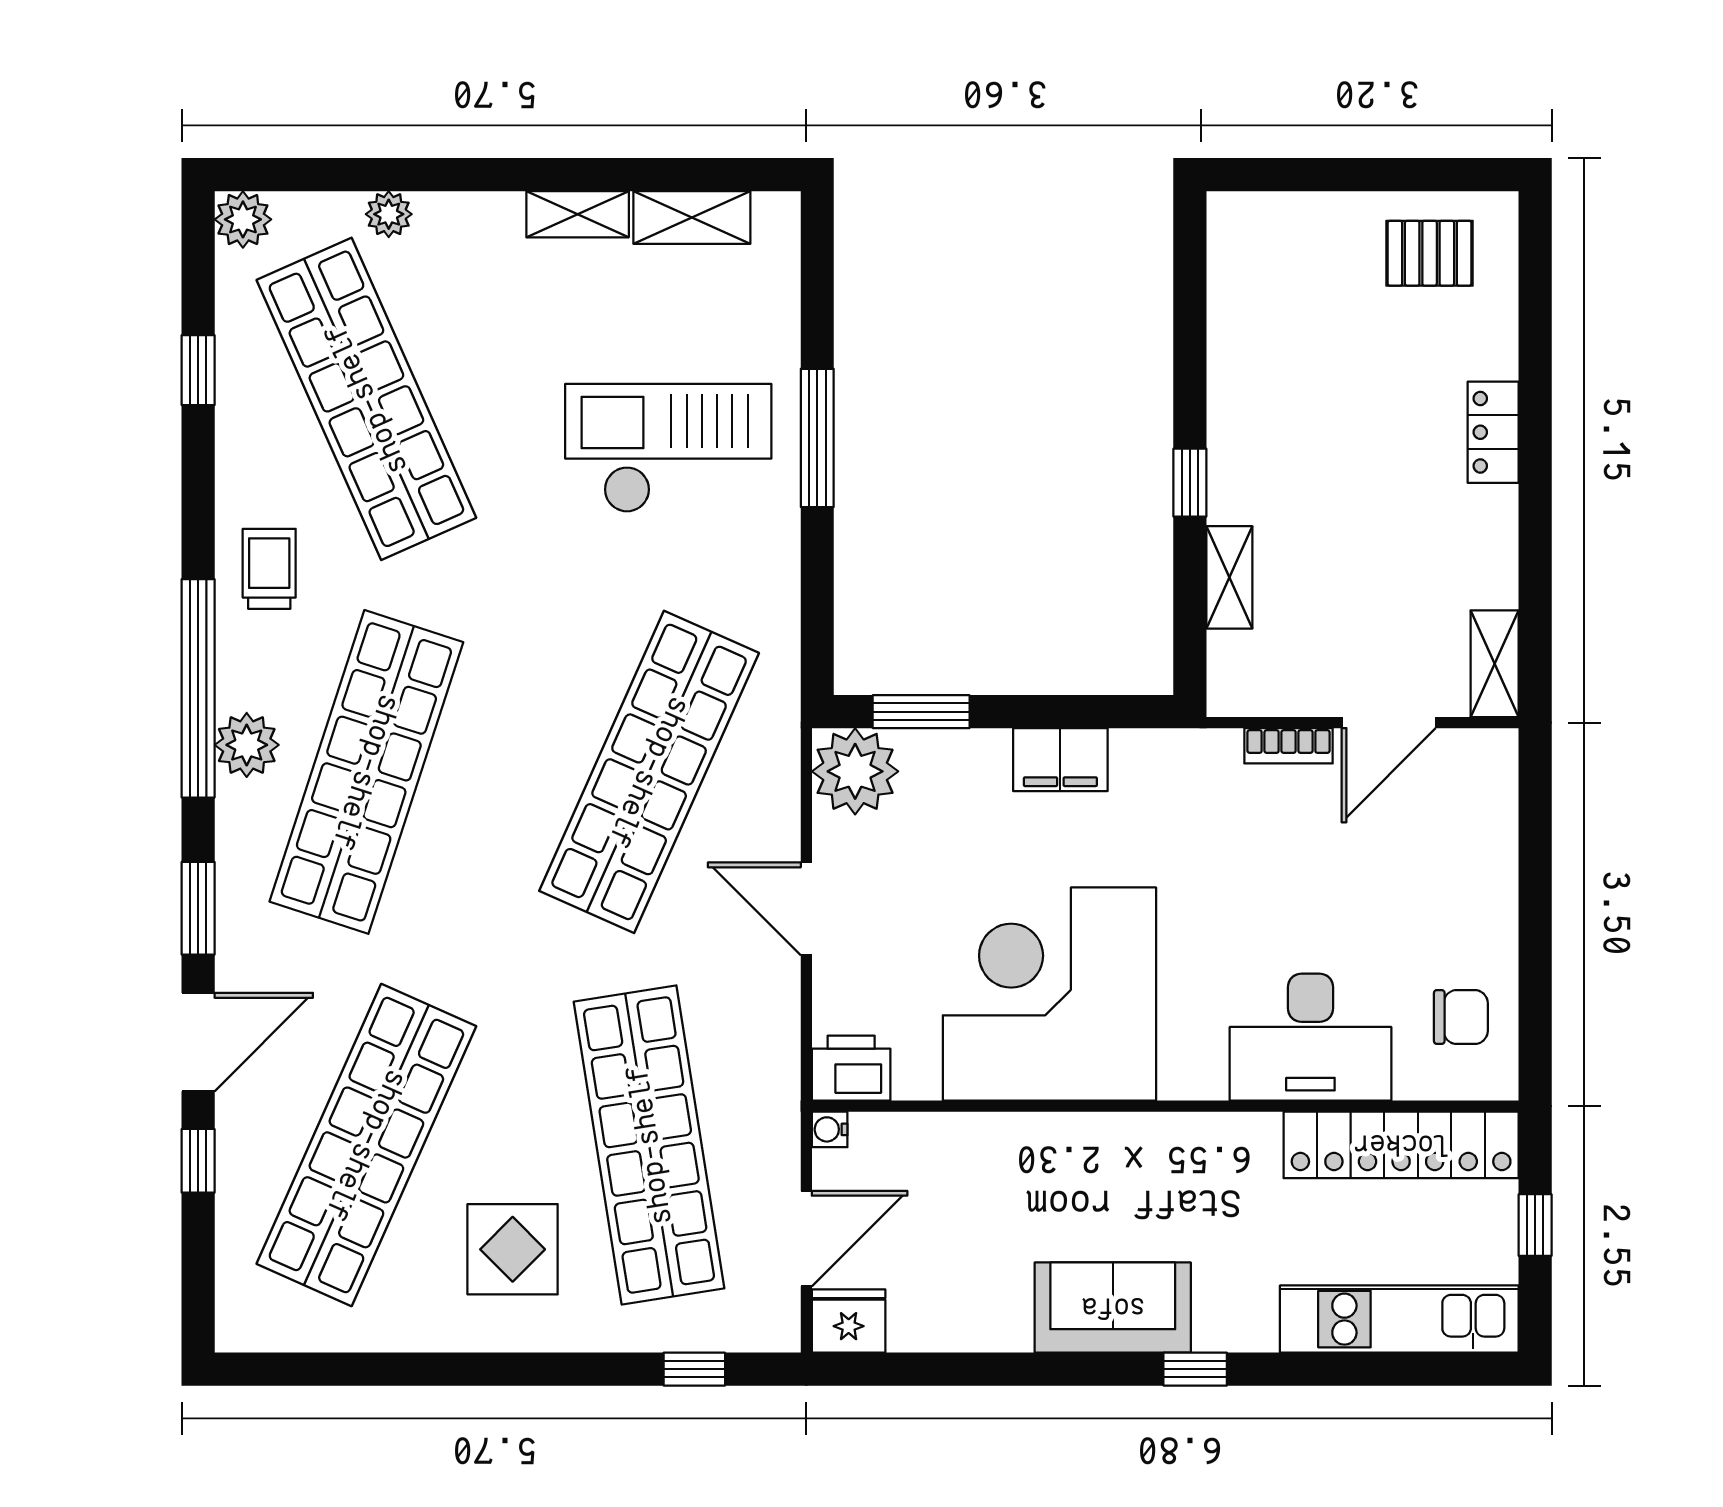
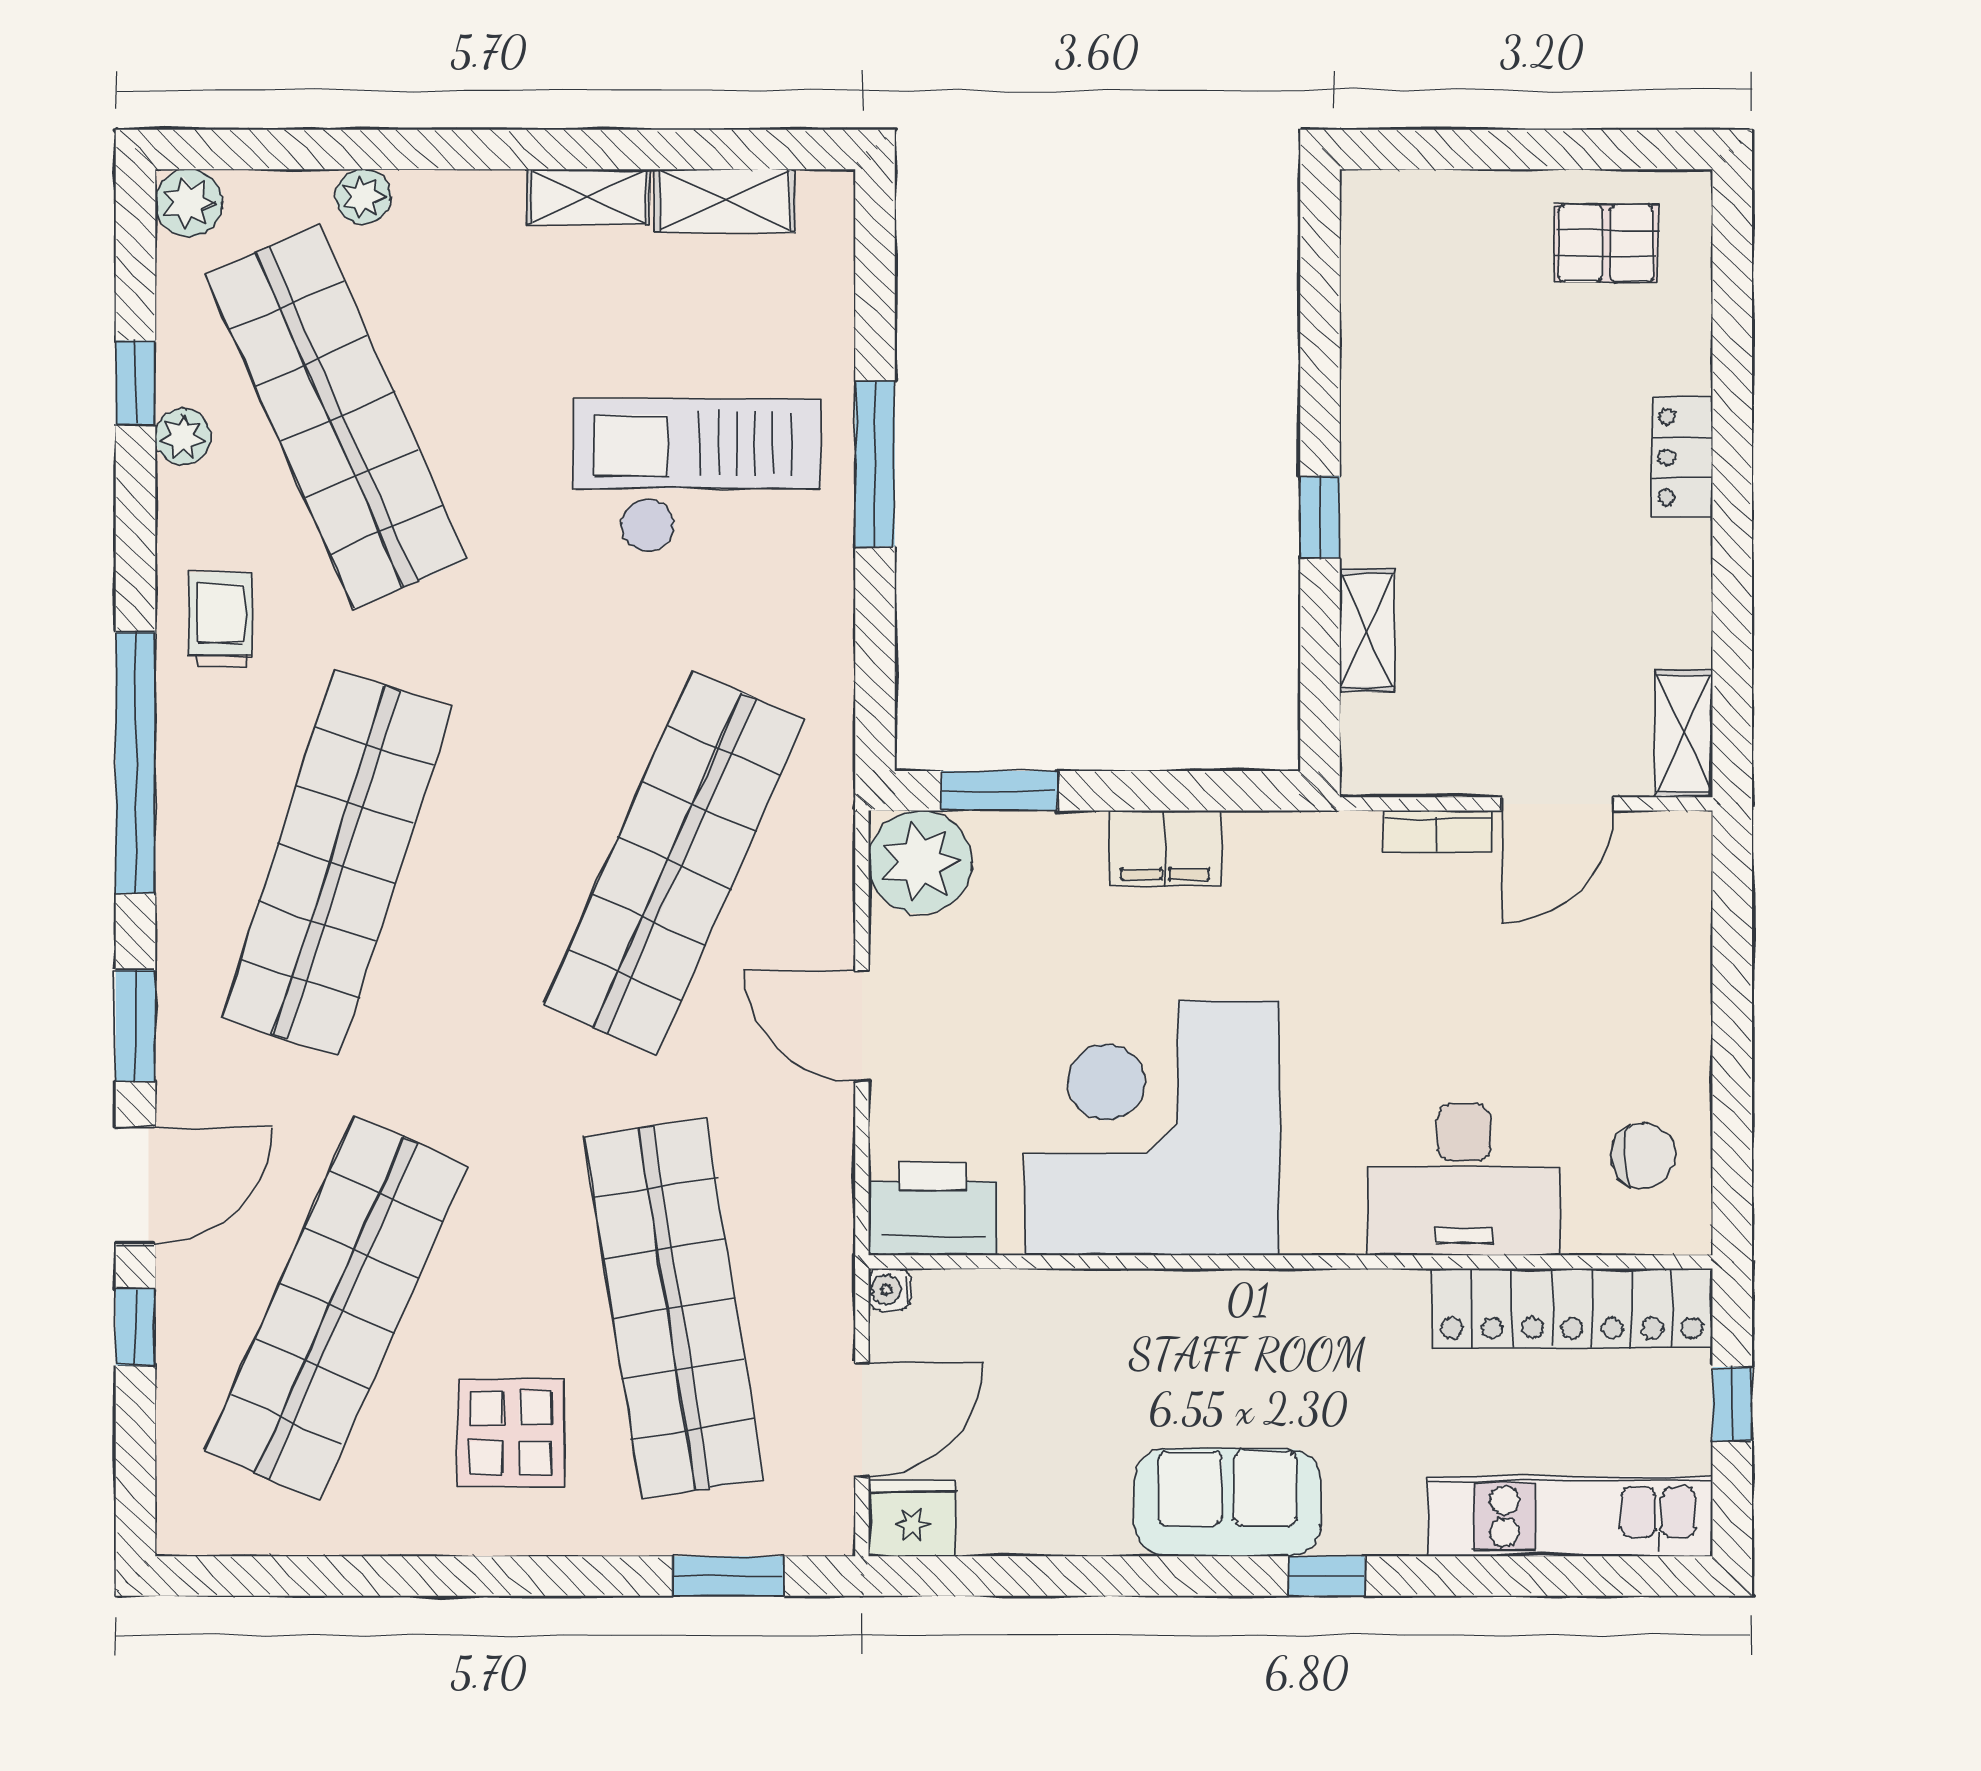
plant: (247, 745) -> (183, 436), moved, width x0.73, depth x0.73
printer: (851, 1068) -> (933, 1209), width x1.37, depth x1.19
window: (694, 1369) -> (728, 1576), width x1.50

